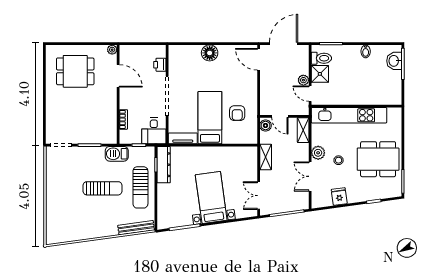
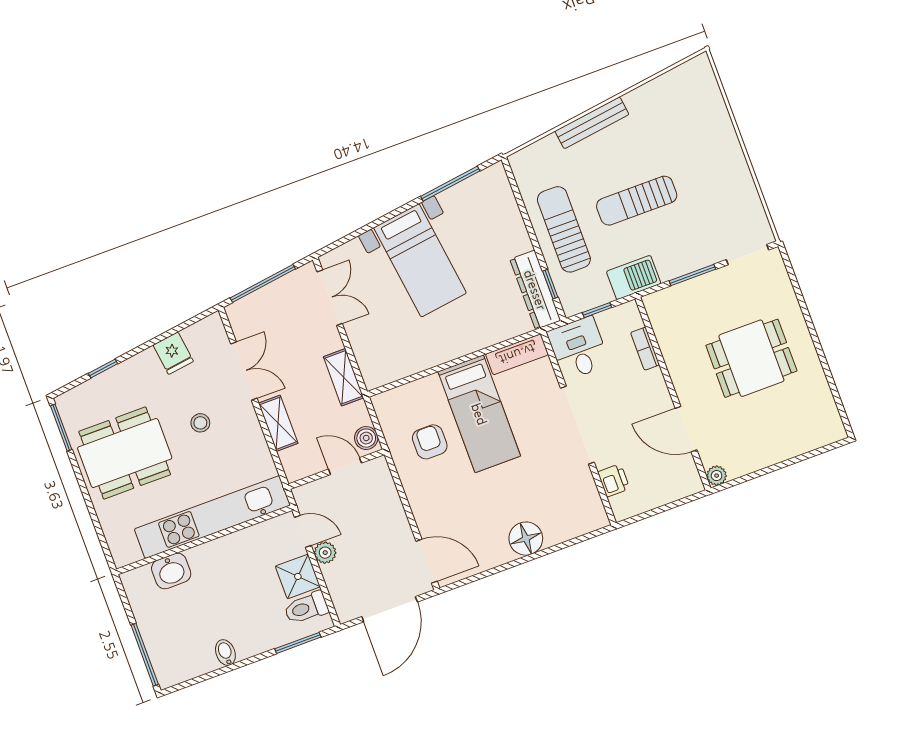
washbasin: (394, 61) -> (171, 571), moved, turned 90
dining table: (75, 71) -> (751, 358), moved
shelving: (303, 130) -> (278, 423), moved
plant: (318, 153) -> (245, 423), removed
bench: (136, 228) -> (592, 123), moved

